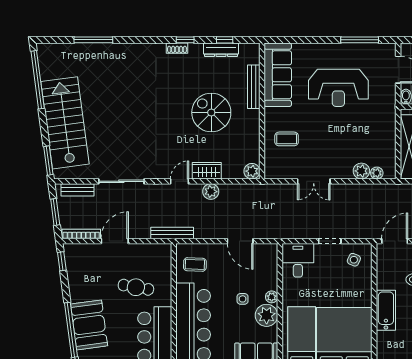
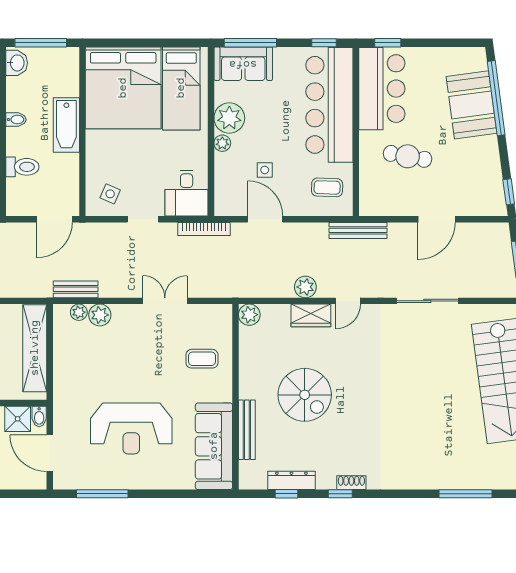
reception desk: (338, 88) -> (131, 429), turned 180
bench: (77, 190) -> (76, 289), moved
bookcase: (81, 234) -> (204, 229), moved
side table: (243, 299) -> (265, 170), moved

